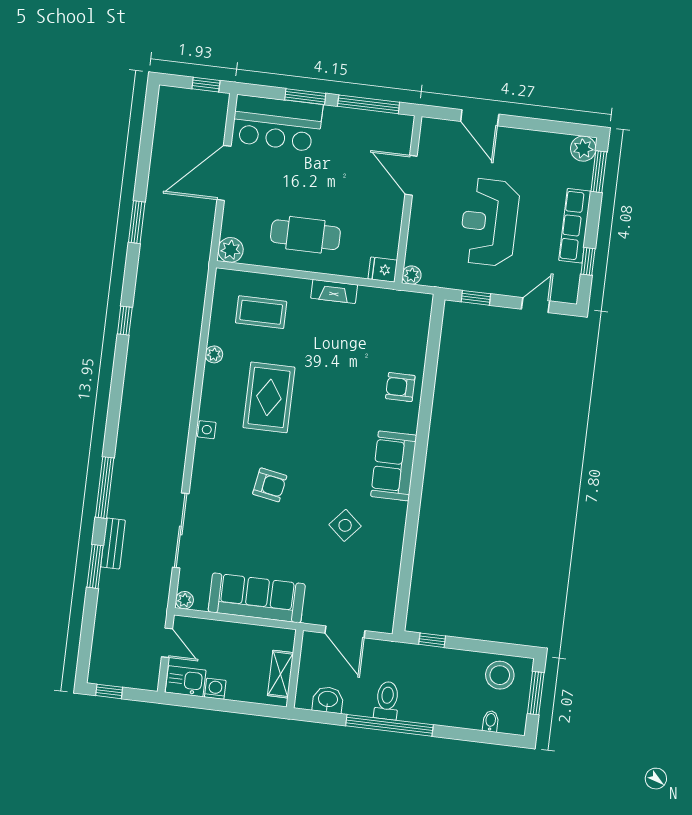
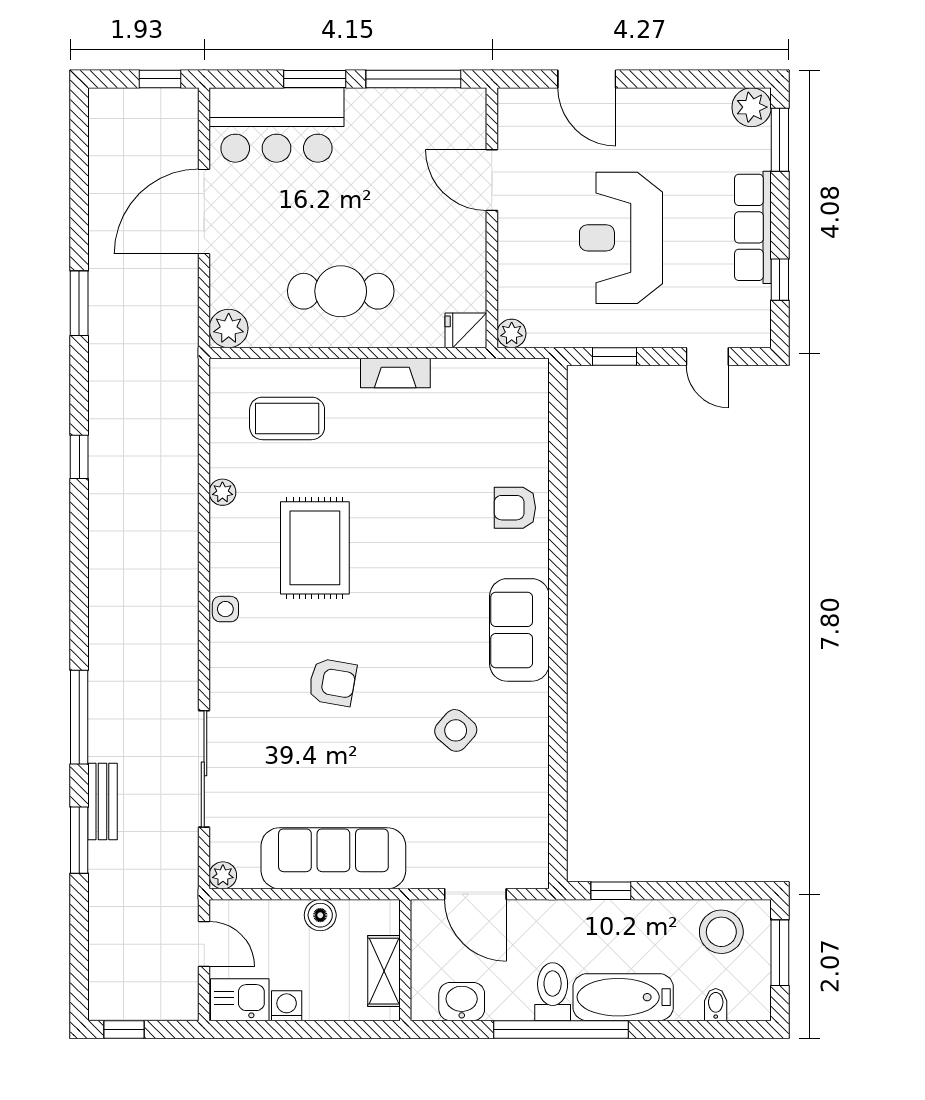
door: (535, 305) -> (707, 356), swing flipped
boiler: (244, 633) -> (320, 915), added
bathtub: (432, 709) -> (623, 997), added

